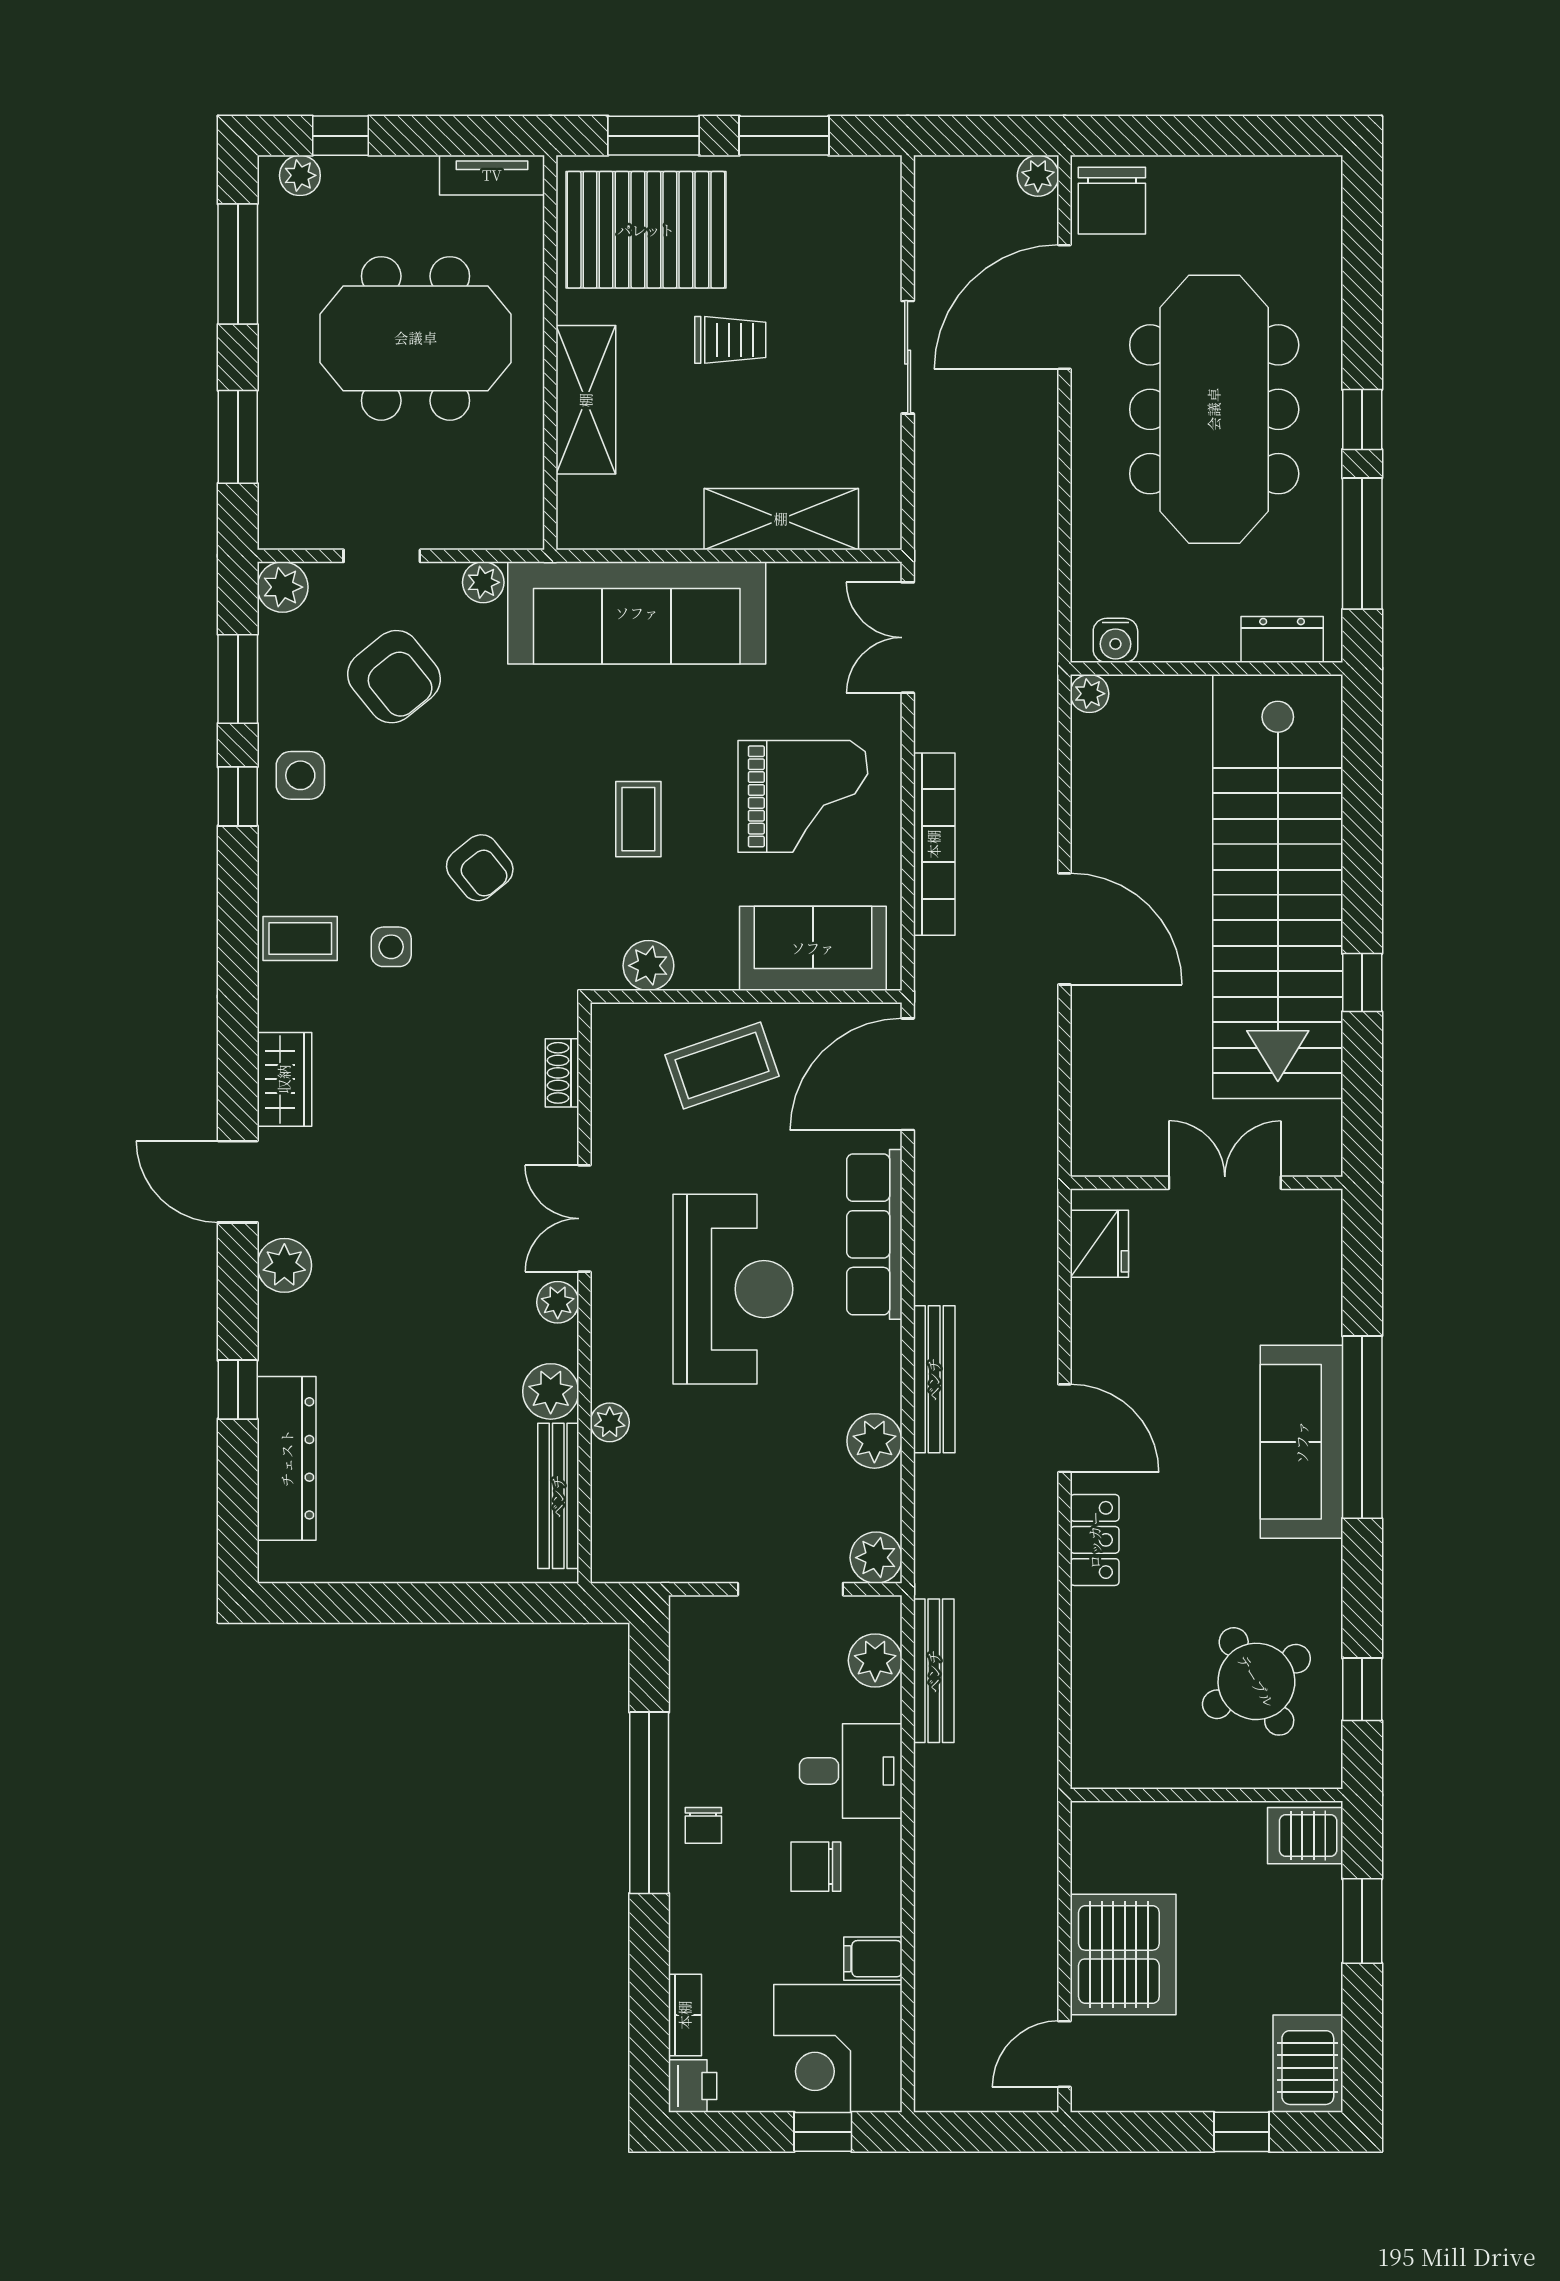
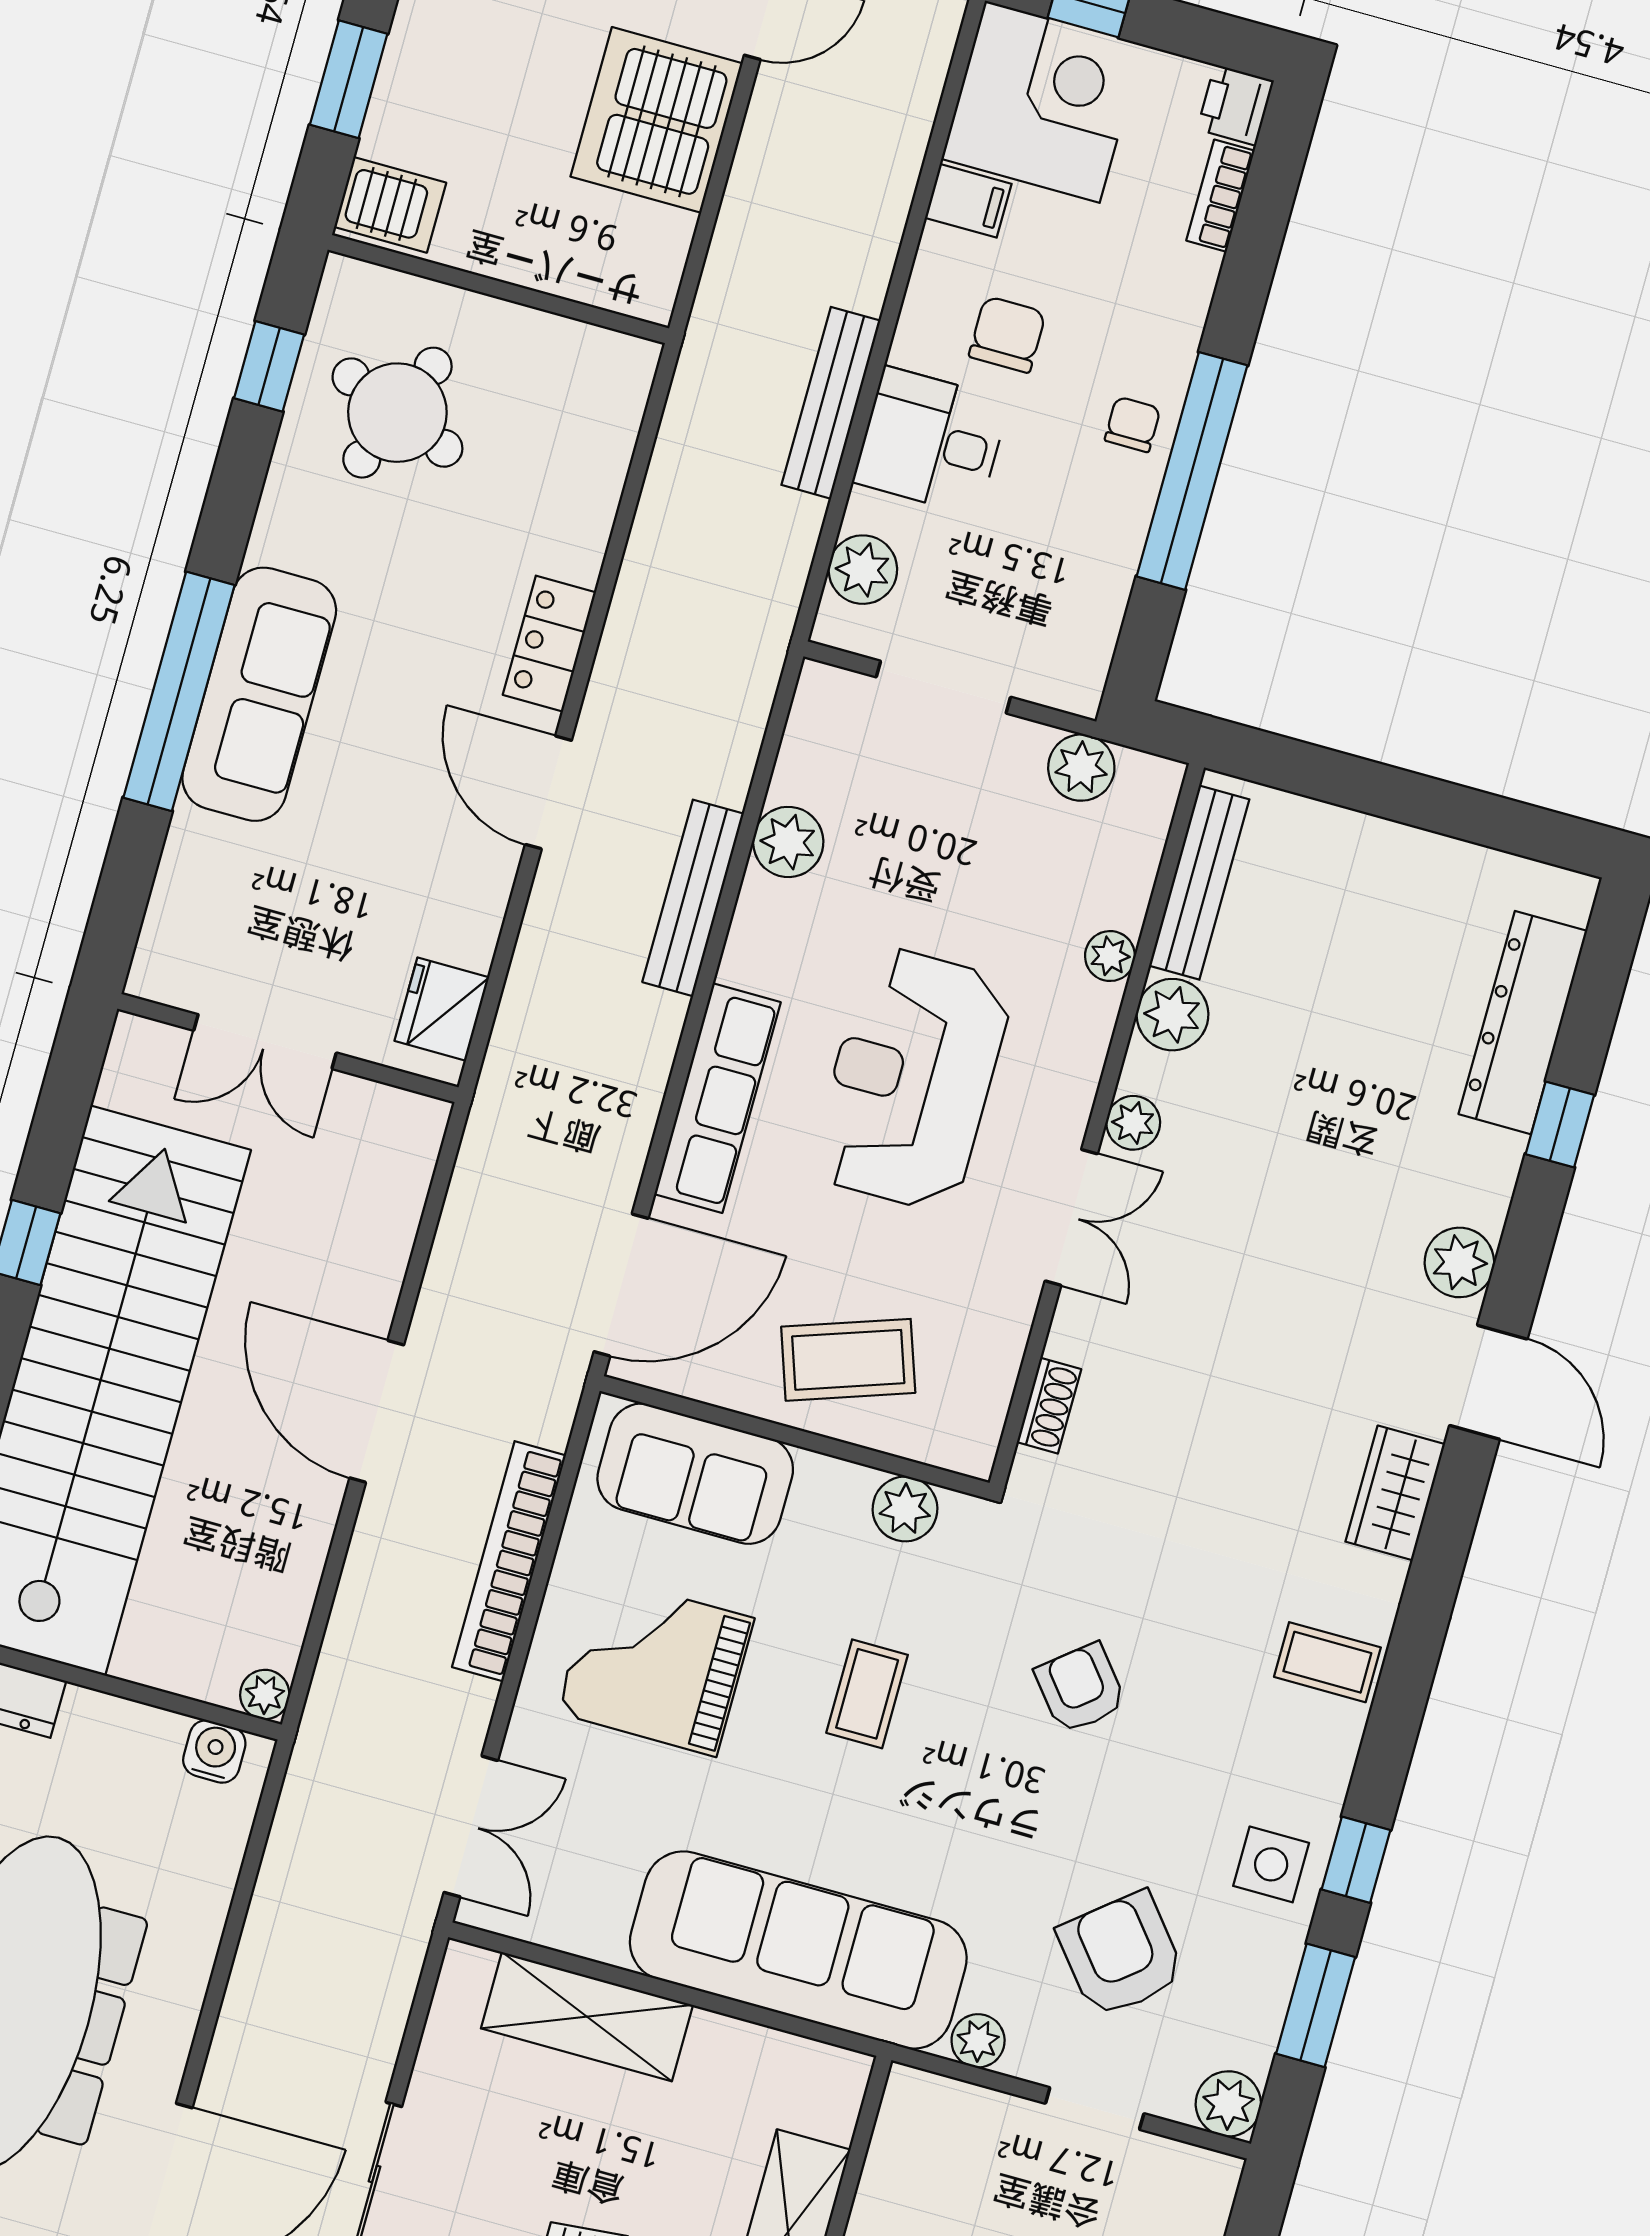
side table: (391, 947) -> (1217, 1621), removed
plant: (876, 1558) -> (1081, 768), moved
bench: (934, 1671) -> (831, 403), moved
round table: (1256, 1681) -> (397, 413), turned -38
chair: (816, 1867) -> (1007, 334), turned -90

